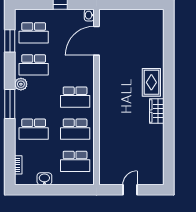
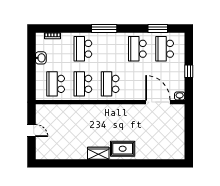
plant: (21, 84) -> (121, 38), removed

